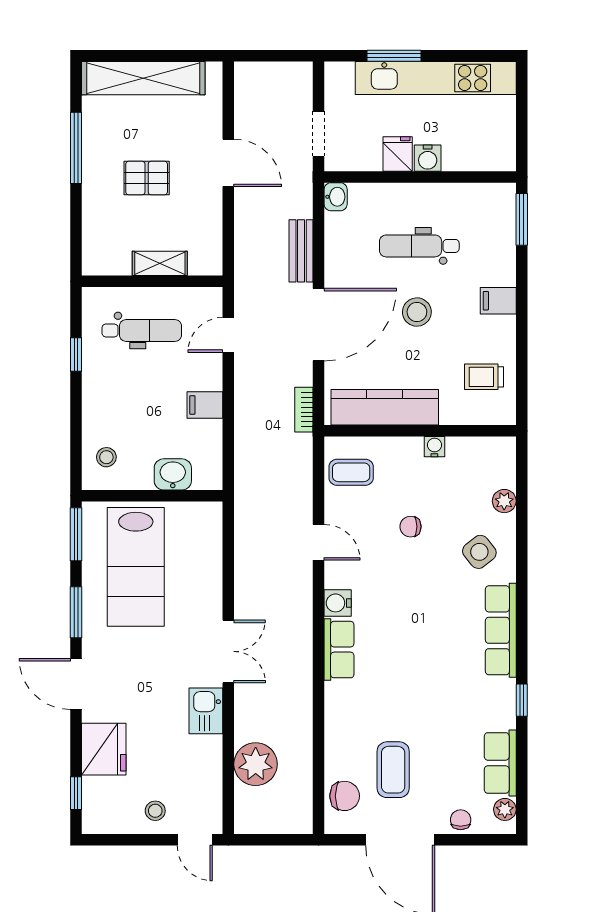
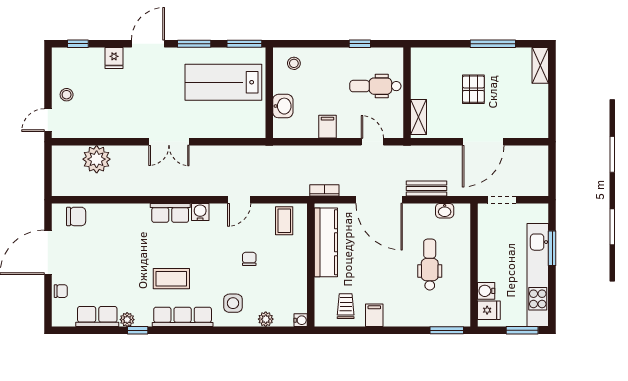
shelving: (143, 78) -> (540, 65), width x0.45, depth x0.75
window: (522, 102) -> (522, 330), added
fridge: (398, 154) -> (489, 310), moved
water cooler: (428, 158) -> (486, 291), moved
door: (228, 163) -> (483, 142), width x1.36
washbasin: (336, 197) -> (445, 211), moved
shelving: (160, 263) -> (419, 117), moved
filing cabinet: (498, 301) -> (374, 315), moved
stool: (417, 312) -> (387, 263), removed
dental chair: (142, 330) -> (375, 86), turned 90
water cooler: (434, 447) -> (301, 320), moved
side table: (479, 552) -> (233, 303), turned 38
kitchen sink: (206, 711) -> (131, 127), removed
fridge: (104, 749) -> (114, 58), width x0.53, depth x0.75
coffee table: (393, 770) -> (171, 279), moved
chair: (345, 796) -> (76, 216), turned -90
plant: (505, 809) -> (127, 320), moved

